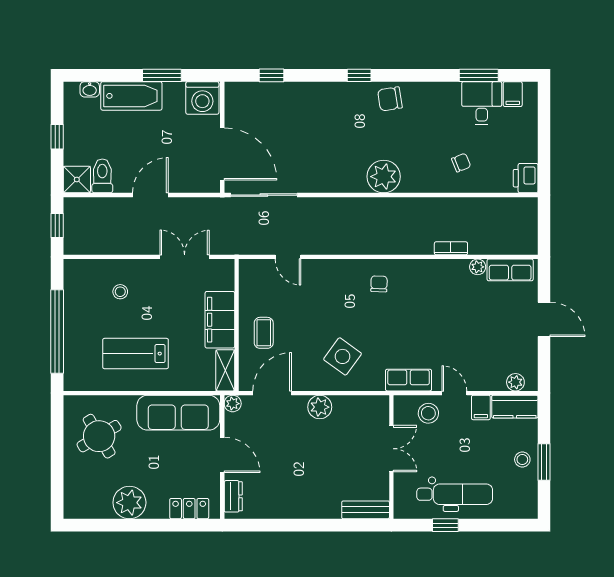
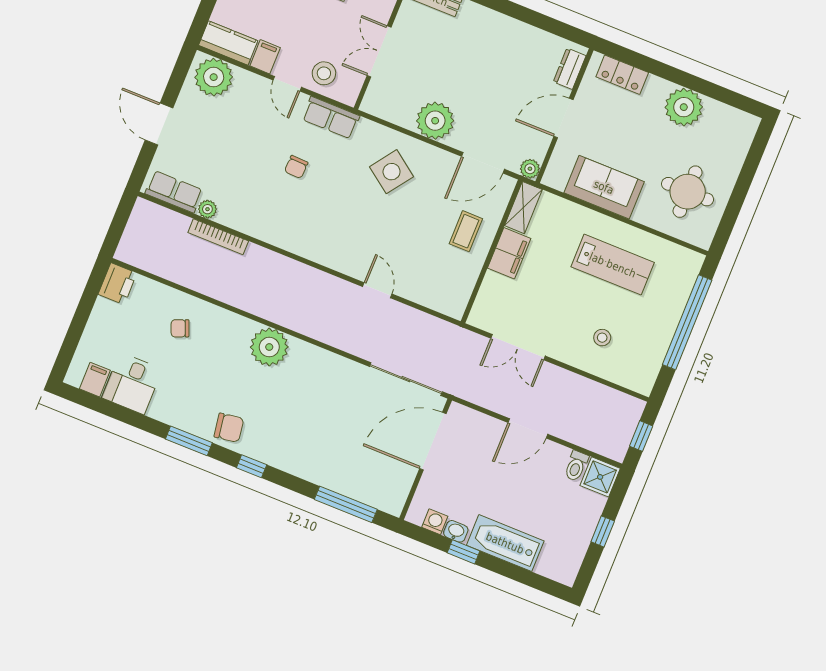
window: (162, 75) -> (463, 552), width x0.67
window: (272, 75) -> (346, 504), width x2.17
window: (479, 75) -> (189, 441), moved
washbasin: (90, 89) -> (456, 531), moved
washing machine: (202, 98) -> (435, 522), width x0.53, depth x0.53
door: (222, 154) -> (433, 441), hinge flipped
toilet: (102, 176) -> (576, 466), width x0.73, depth x0.72
bookcase: (451, 248) -> (218, 237), width x1.56
door: (288, 257) -> (377, 290), moved
chair: (379, 284) -> (296, 167), moved
filing cabinet: (220, 320) -> (509, 253), width x0.67, depth x0.86
plant: (515, 382) -> (214, 77), width x1.88, depth x1.88
plant: (320, 407) -> (435, 121), width x1.36, depth x1.36
sofa: (178, 413) -> (604, 187), width x0.73
round table: (99, 436) -> (688, 192), turned 31
door: (222, 455) -> (563, 118), hinge flipped

